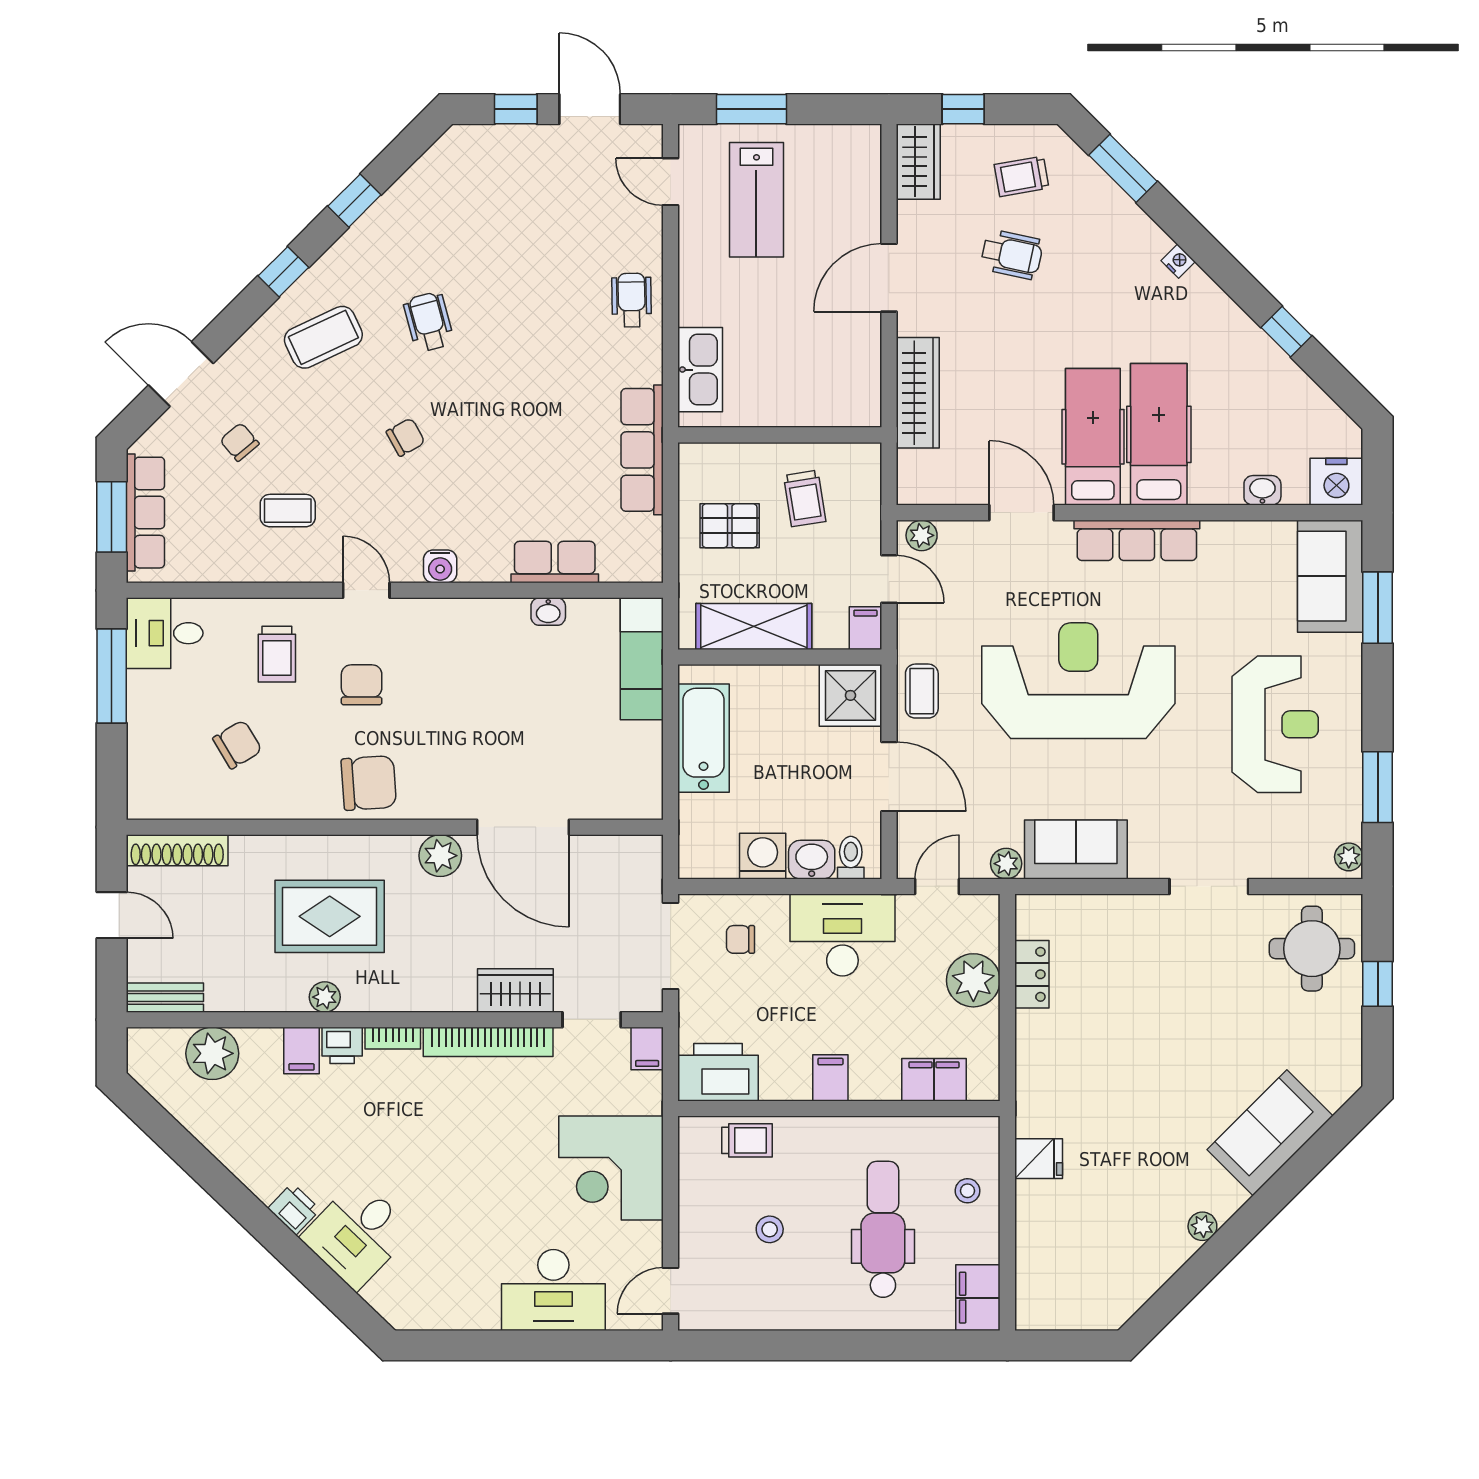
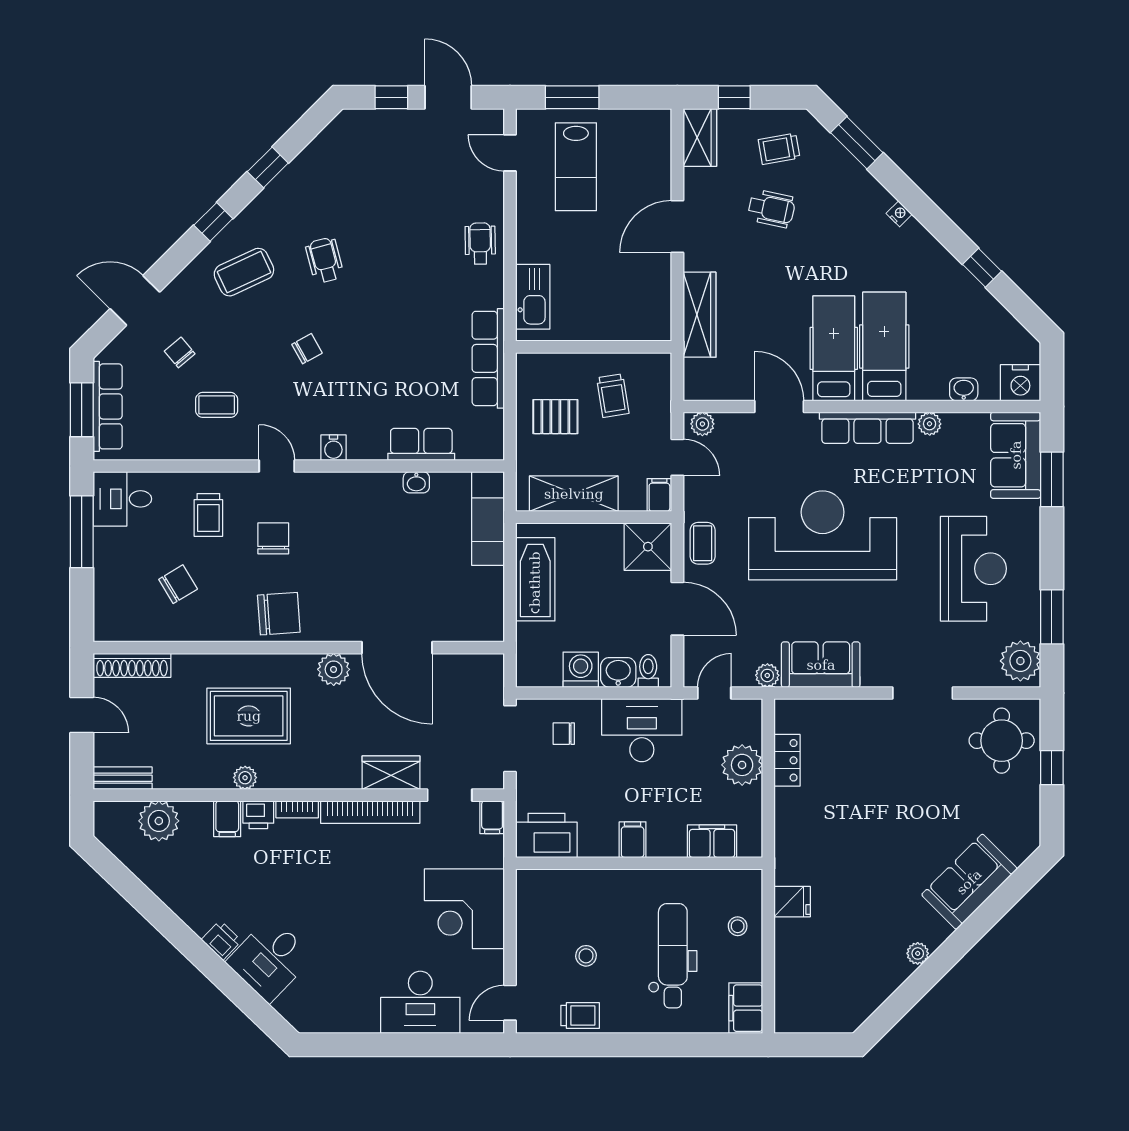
plant: (1218, 535) -> (930, 424), added
plant: (1349, 857) -> (1020, 661), width x1.88, depth x1.88
trolley: (747, 1140) -> (580, 1015), moved

